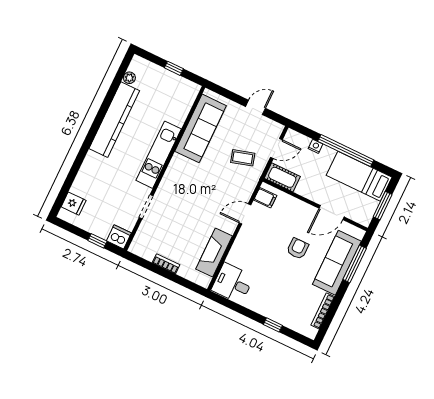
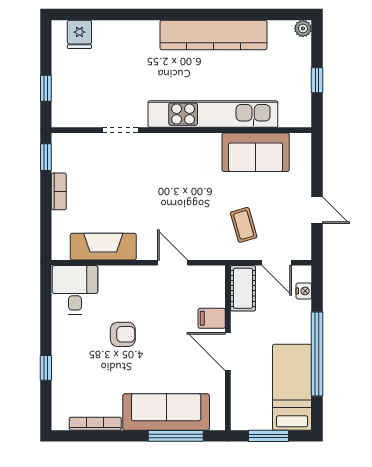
plant: (129, 78) -> (303, 28), moved
sofa: (201, 128) -> (256, 152), width x0.73
nightstand: (316, 146) -> (304, 291), moved
kitchen unit: (159, 155) -> (213, 114), width x1.36
filing cabinet: (265, 198) -> (212, 318), moved, turned 90
door: (332, 213) -> (228, 351), moved
dishwasher: (119, 237) -> (64, 114), removed
armchair: (298, 249) -> (123, 334), moved
window: (141, 262) -> (46, 157), added

